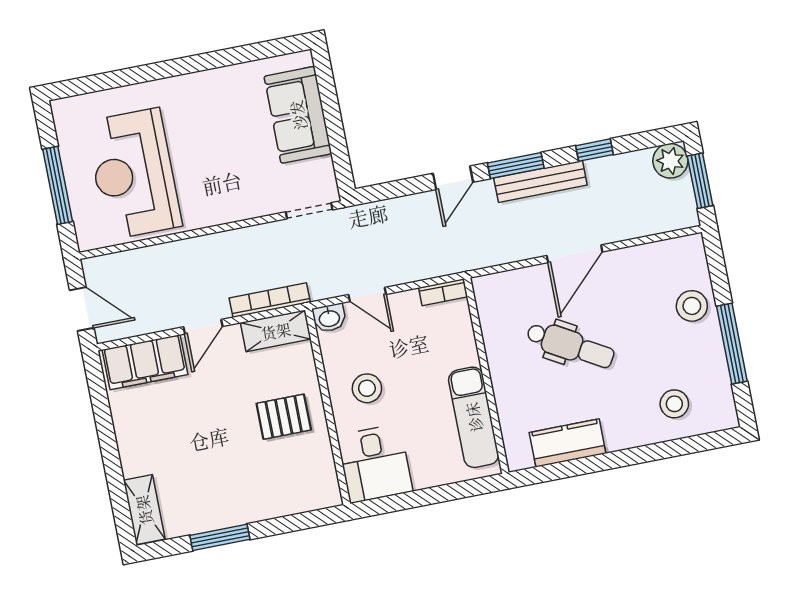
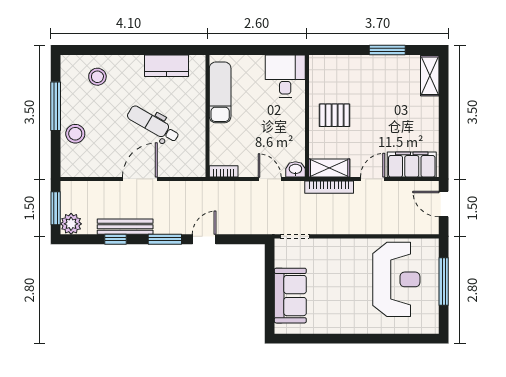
bench: (540, 181) -> (125, 227), moved
stool: (367, 388) -> (281, 122), removed

